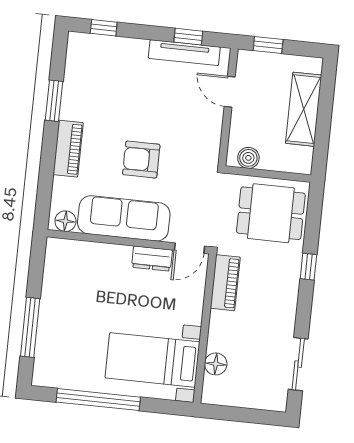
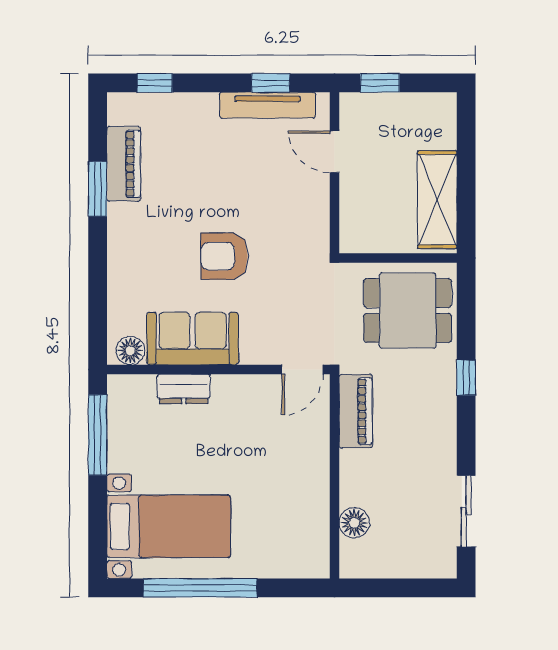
shelving: (304, 109) -> (437, 200), moved
piano: (68, 149) -> (124, 164), moved
boiler: (248, 158) -> (369, 239), removed
sofa: (124, 218) -> (193, 338), width x0.73
dresser: (152, 259) -> (184, 389), moved
window: (30, 327) -> (98, 435), moved
bed with nightstands: (153, 360) -> (169, 526), moved, turned 180

